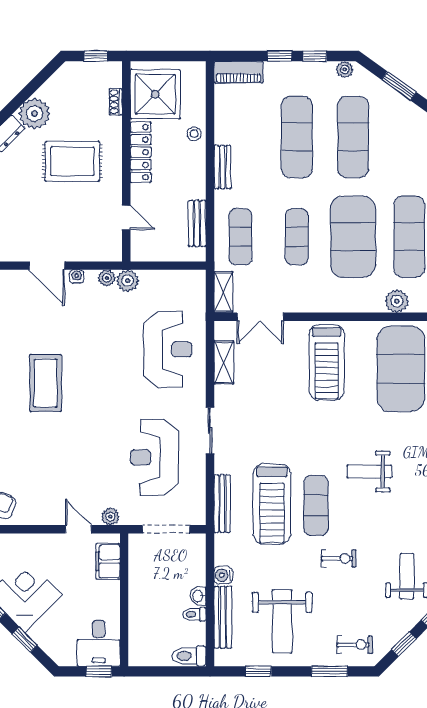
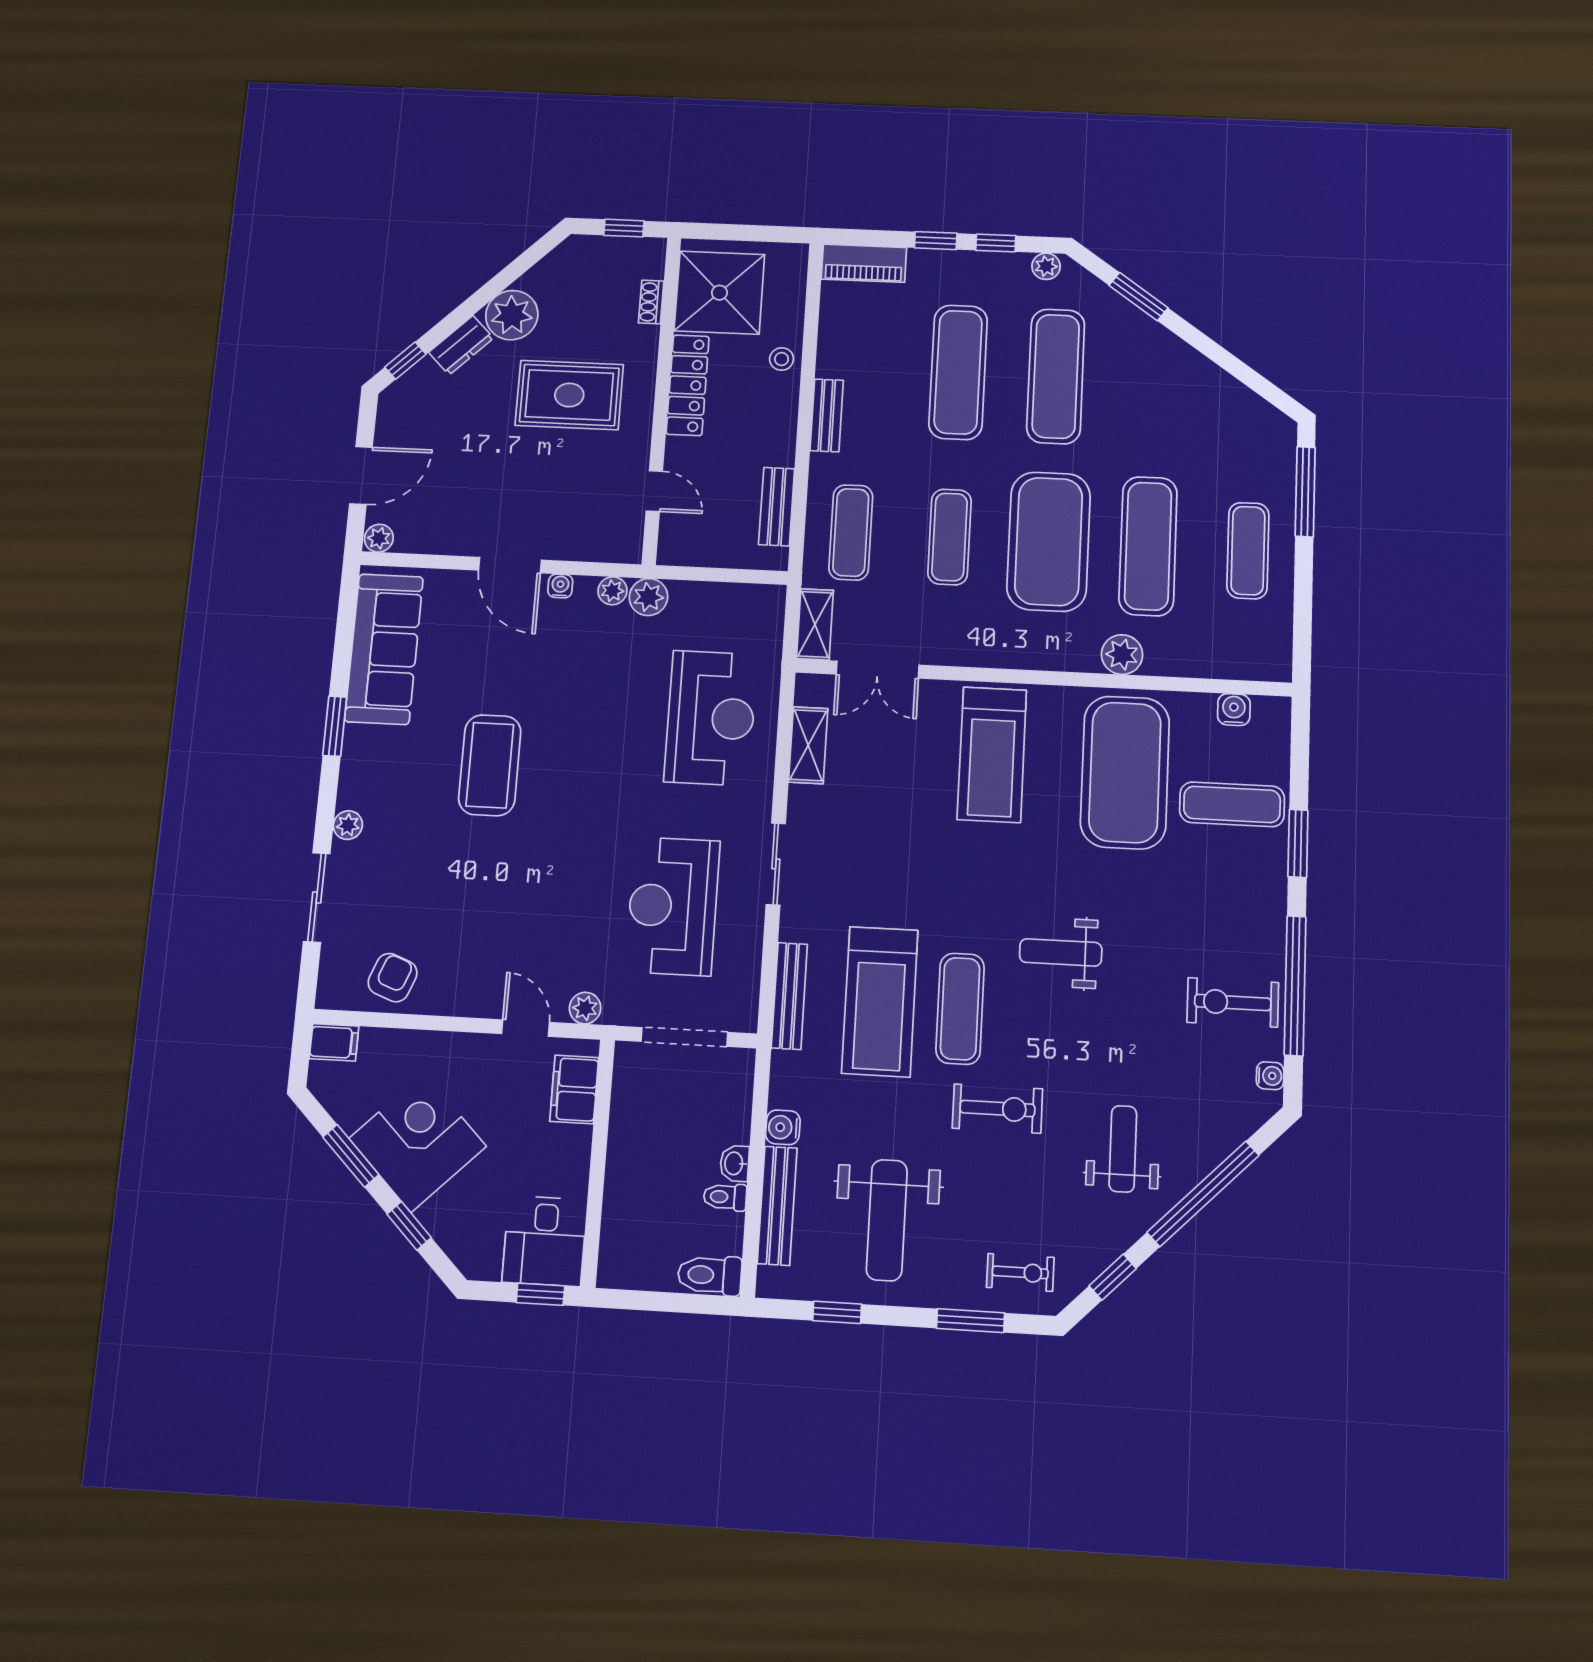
exercise bike: (339, 559) -> (997, 1109), width x1.38, depth x1.39

